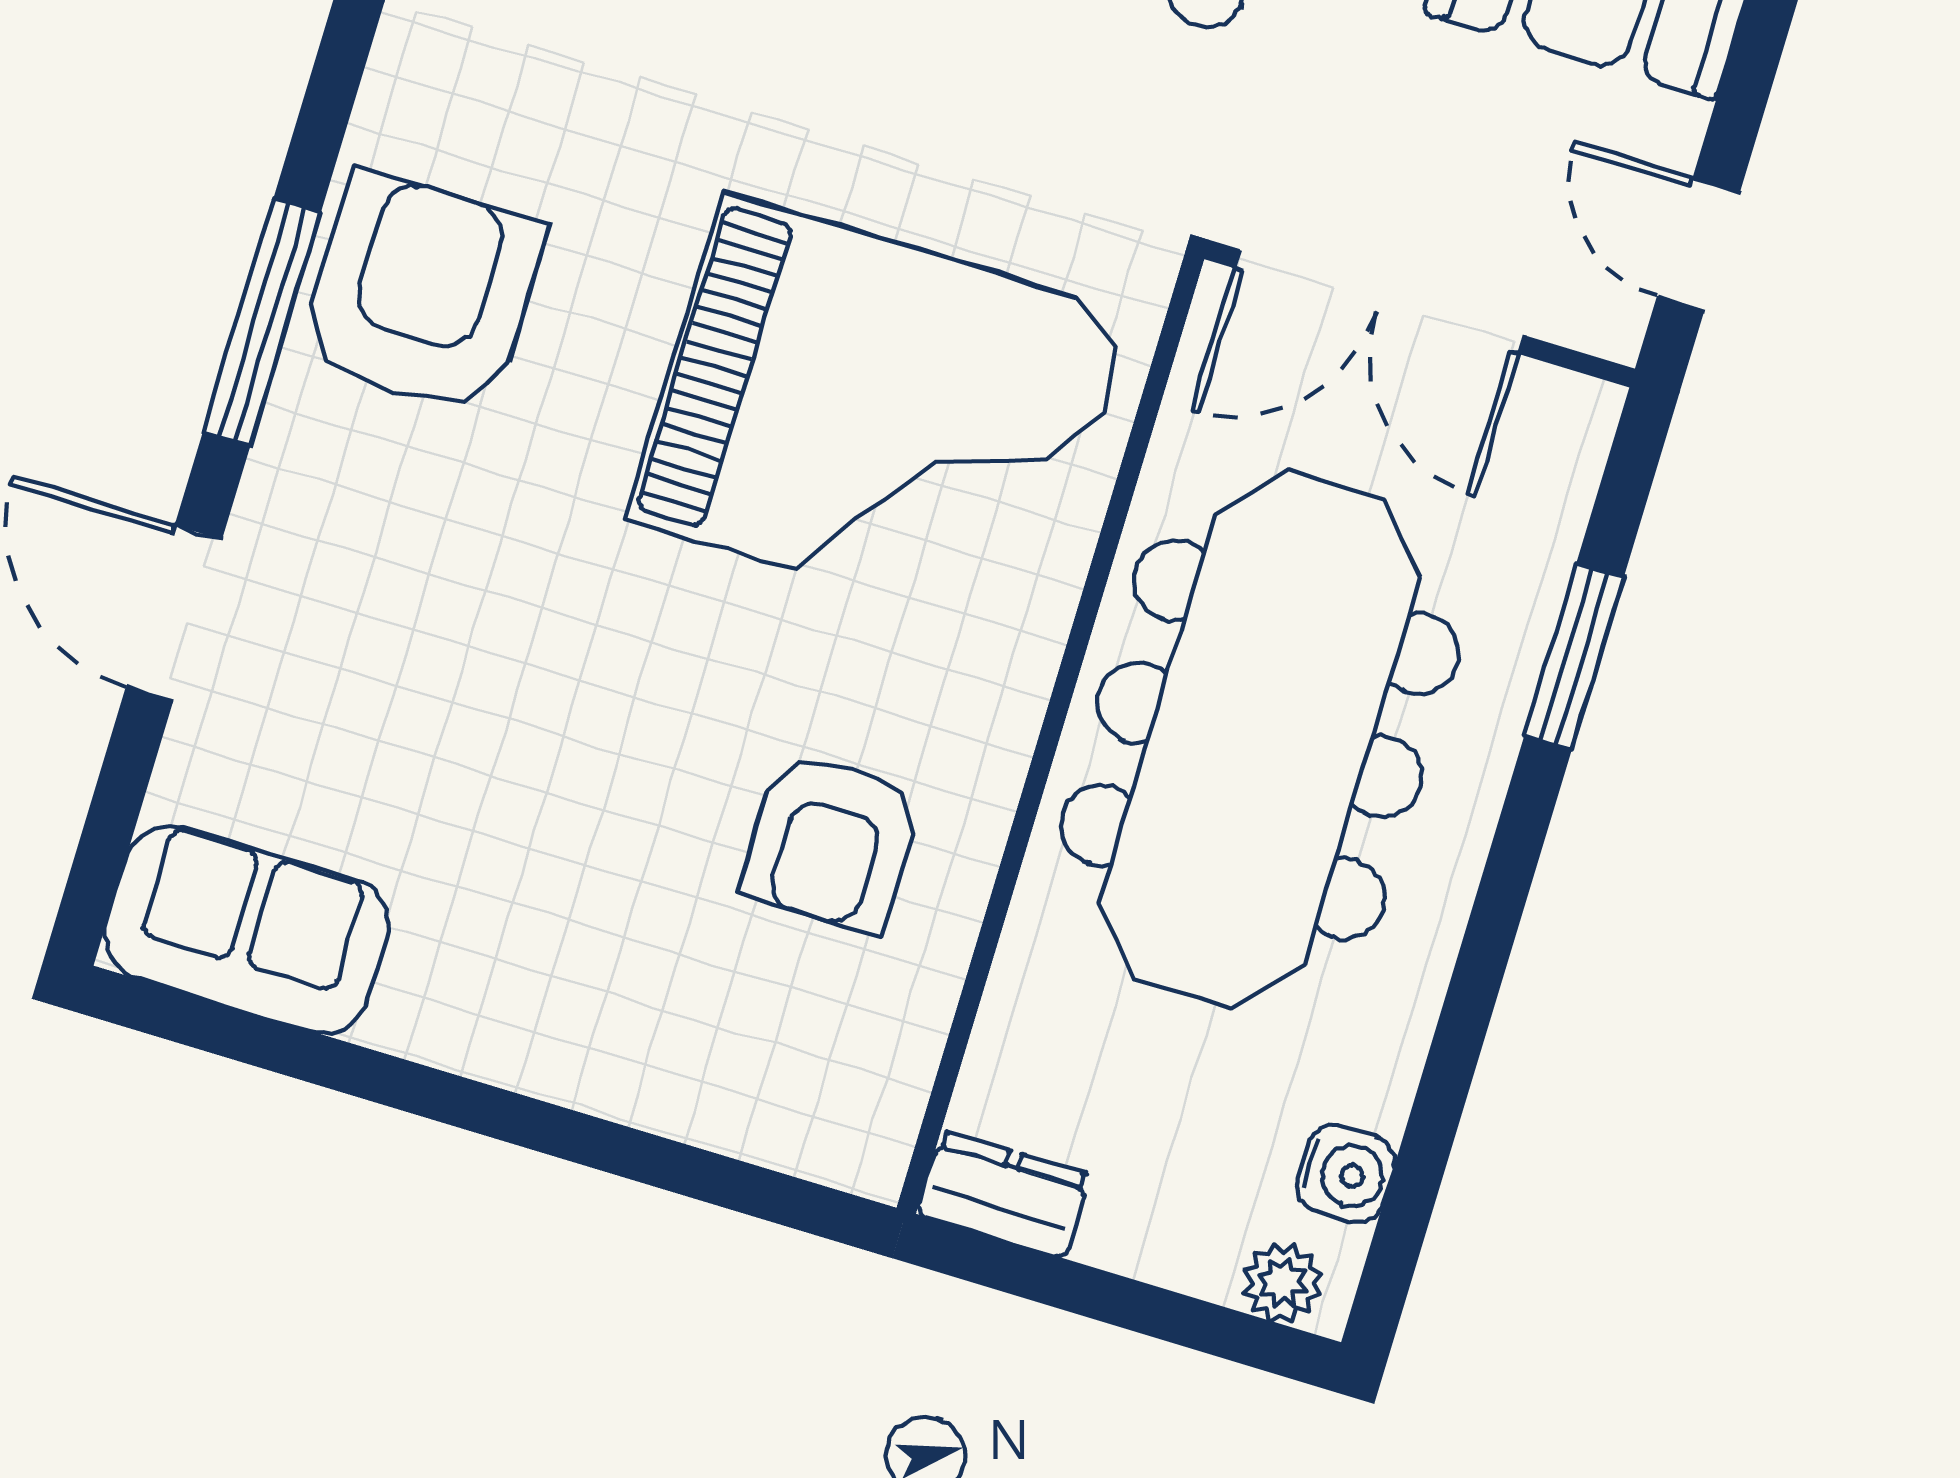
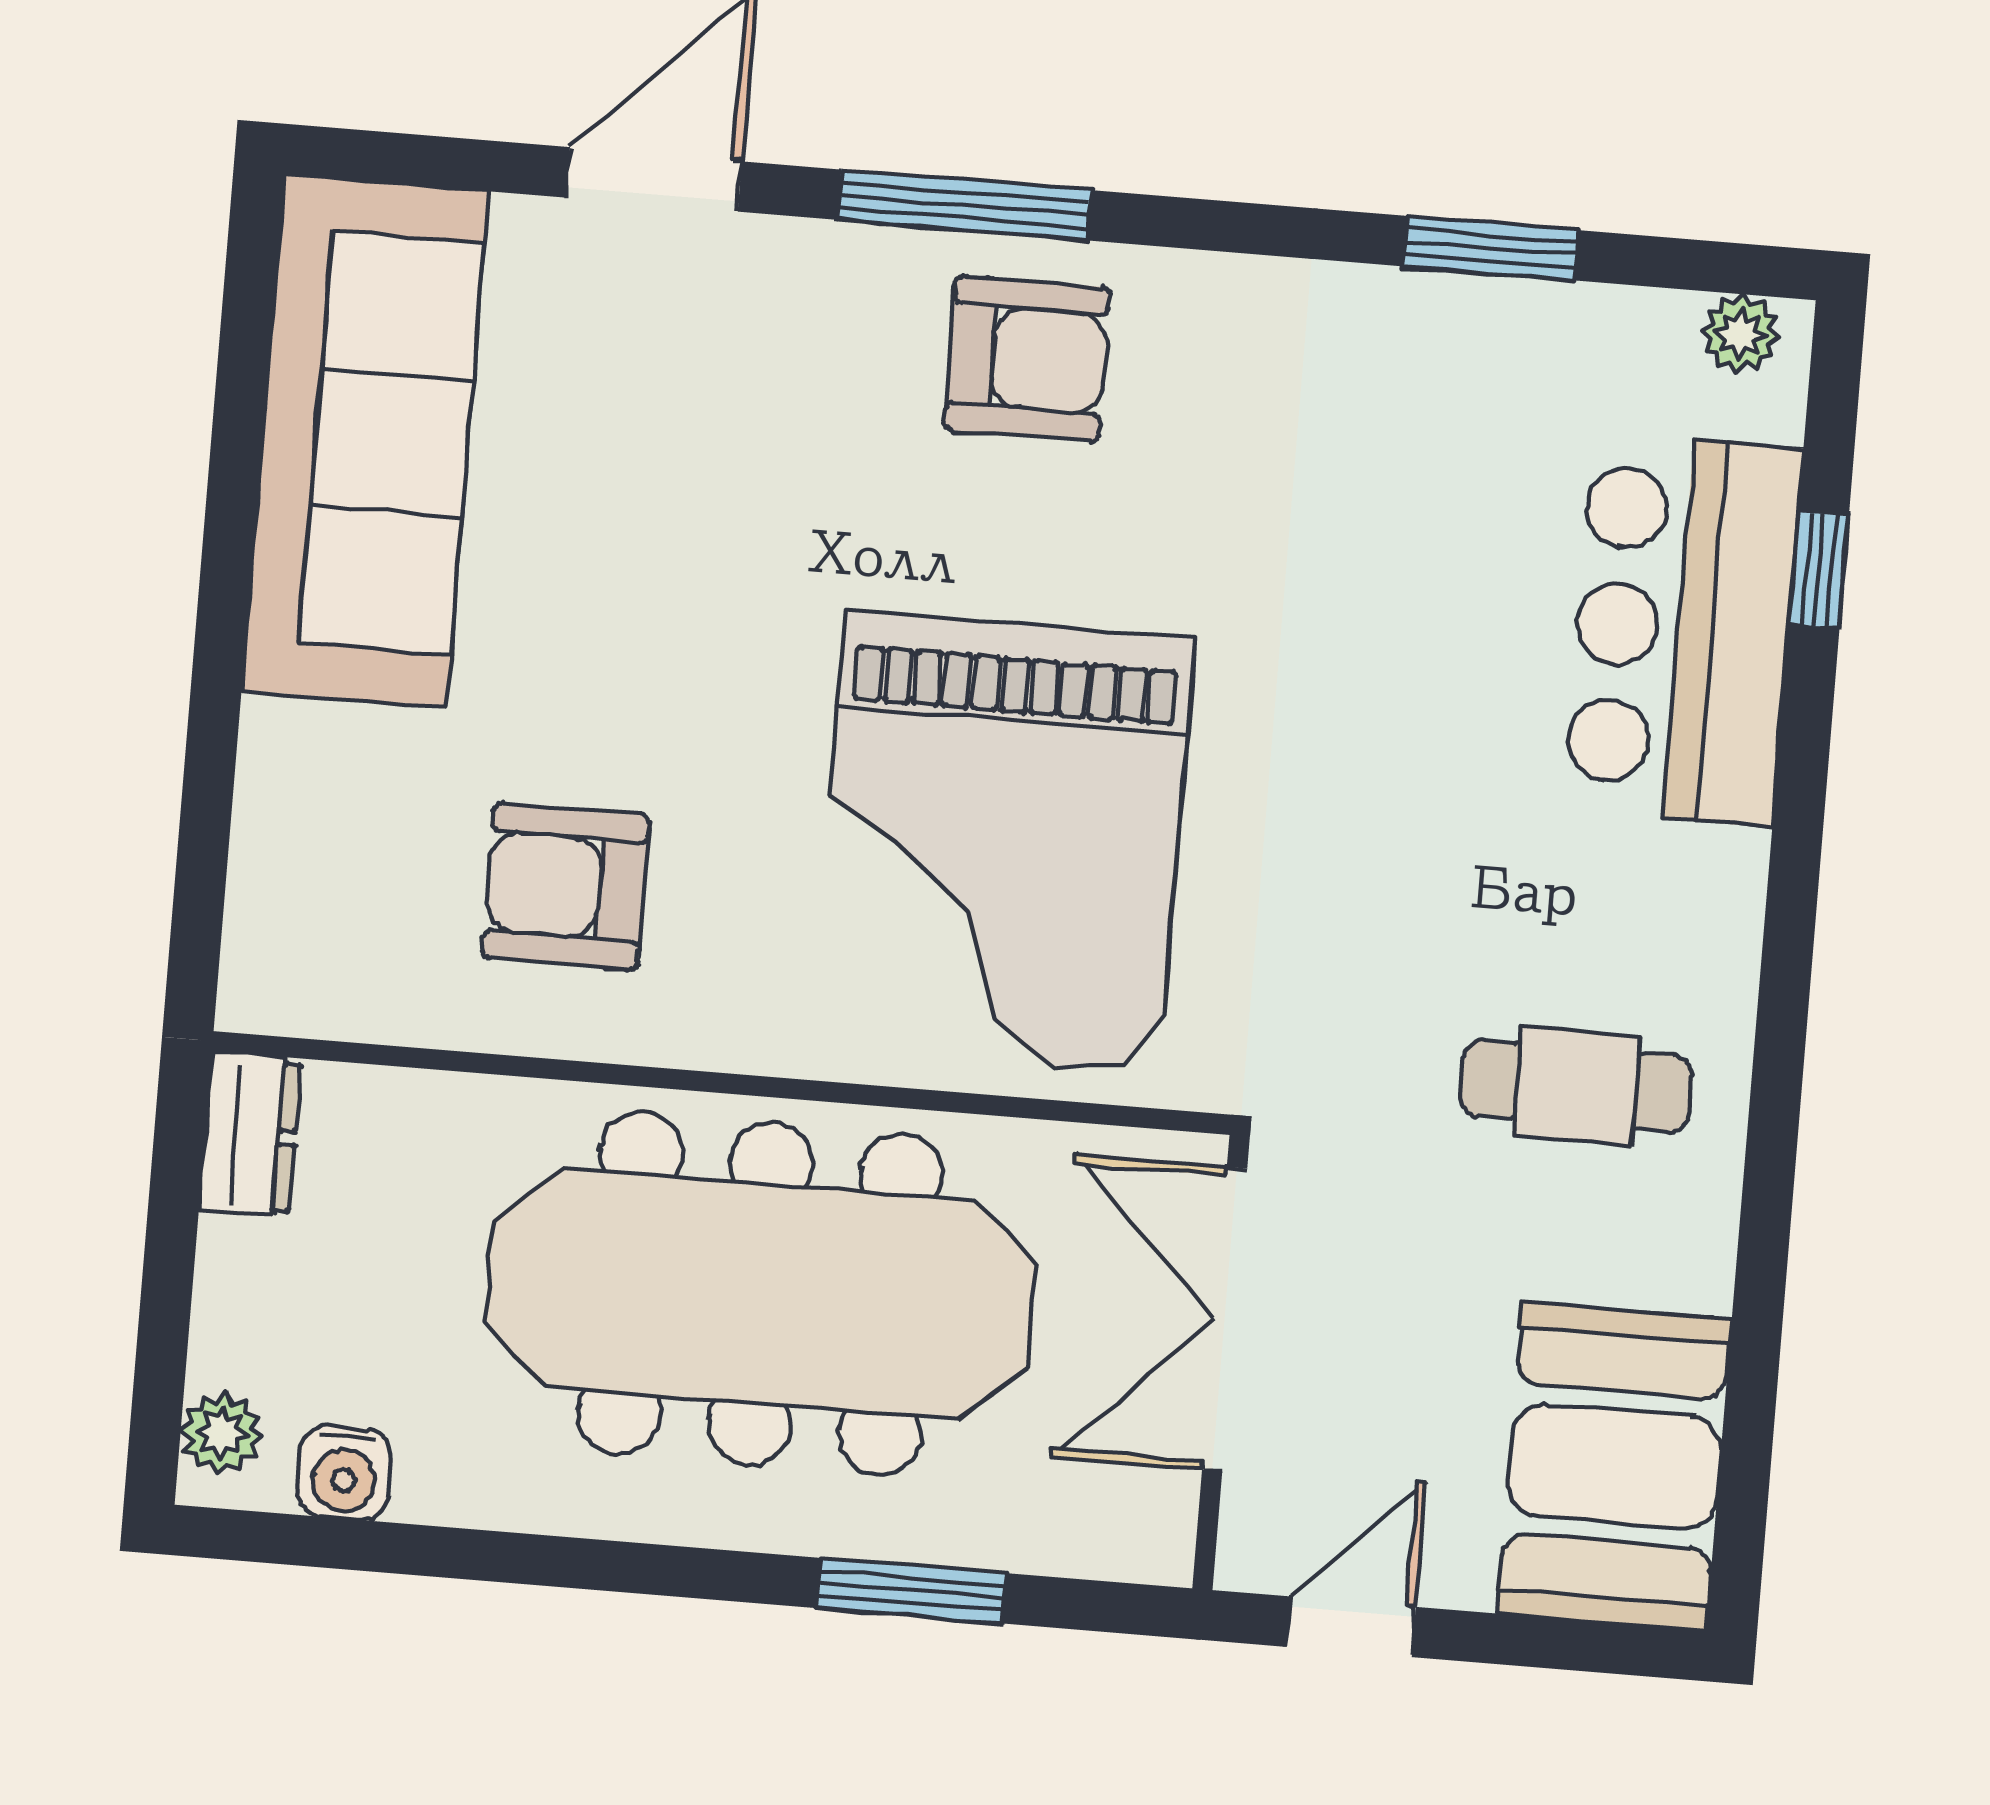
armchair: (421, 293) -> (1027, 359), width x0.73, depth x0.73
sofa: (247, 929) -> (365, 441), width x1.85, depth x1.27

